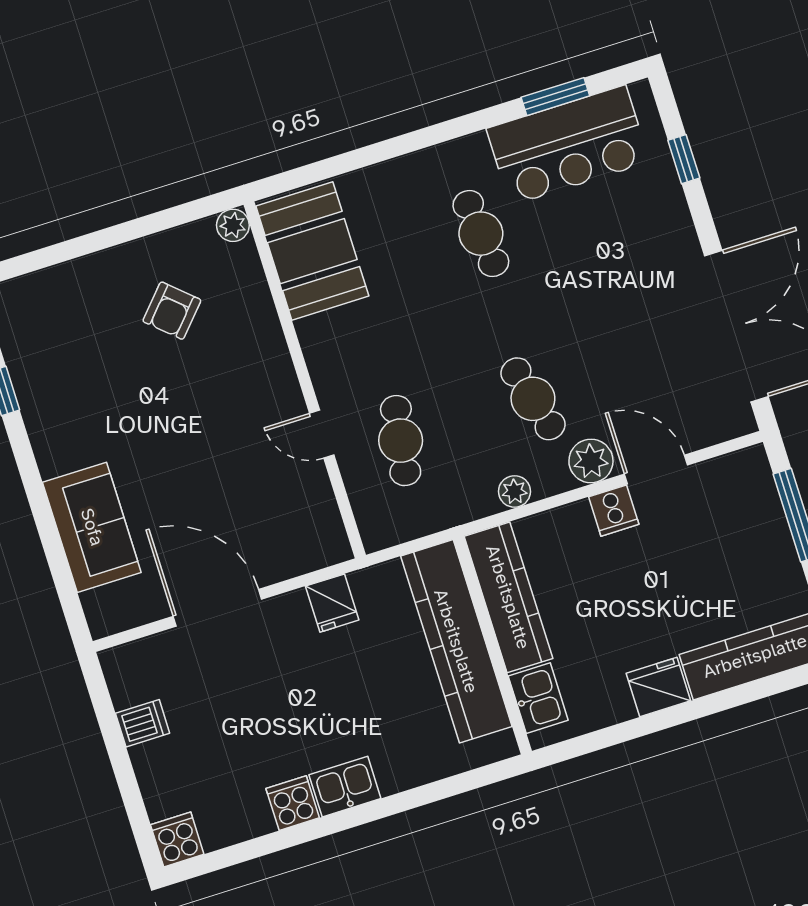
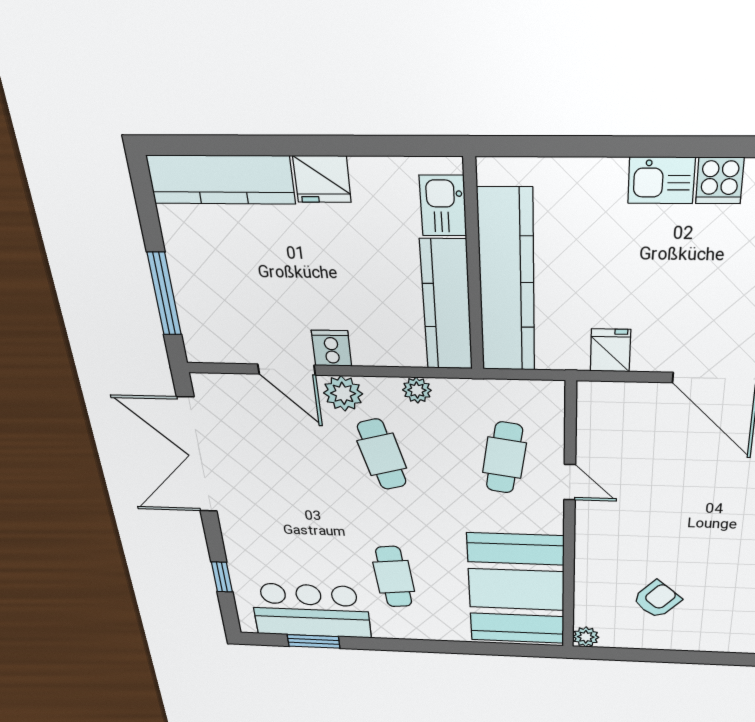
booth: (312, 251) -> (516, 589), width x1.36, depth x1.42

